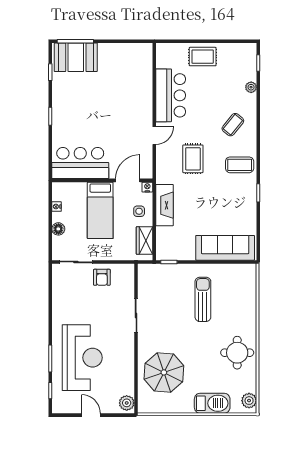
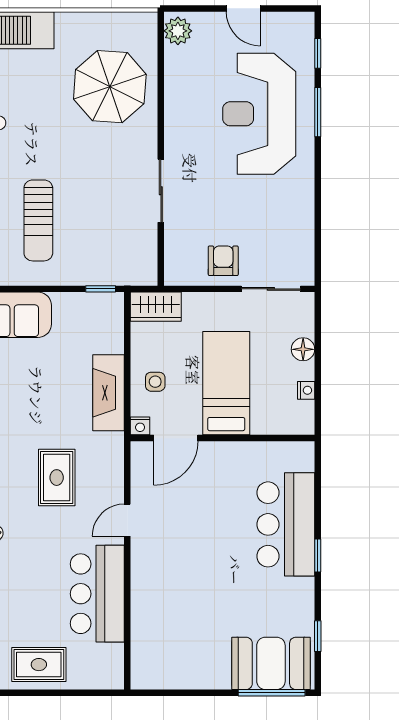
bar counter: (80, 163) -> (286, 524), moved, turned 90
wardrobe: (145, 241) -> (156, 307), moved, turned 90

